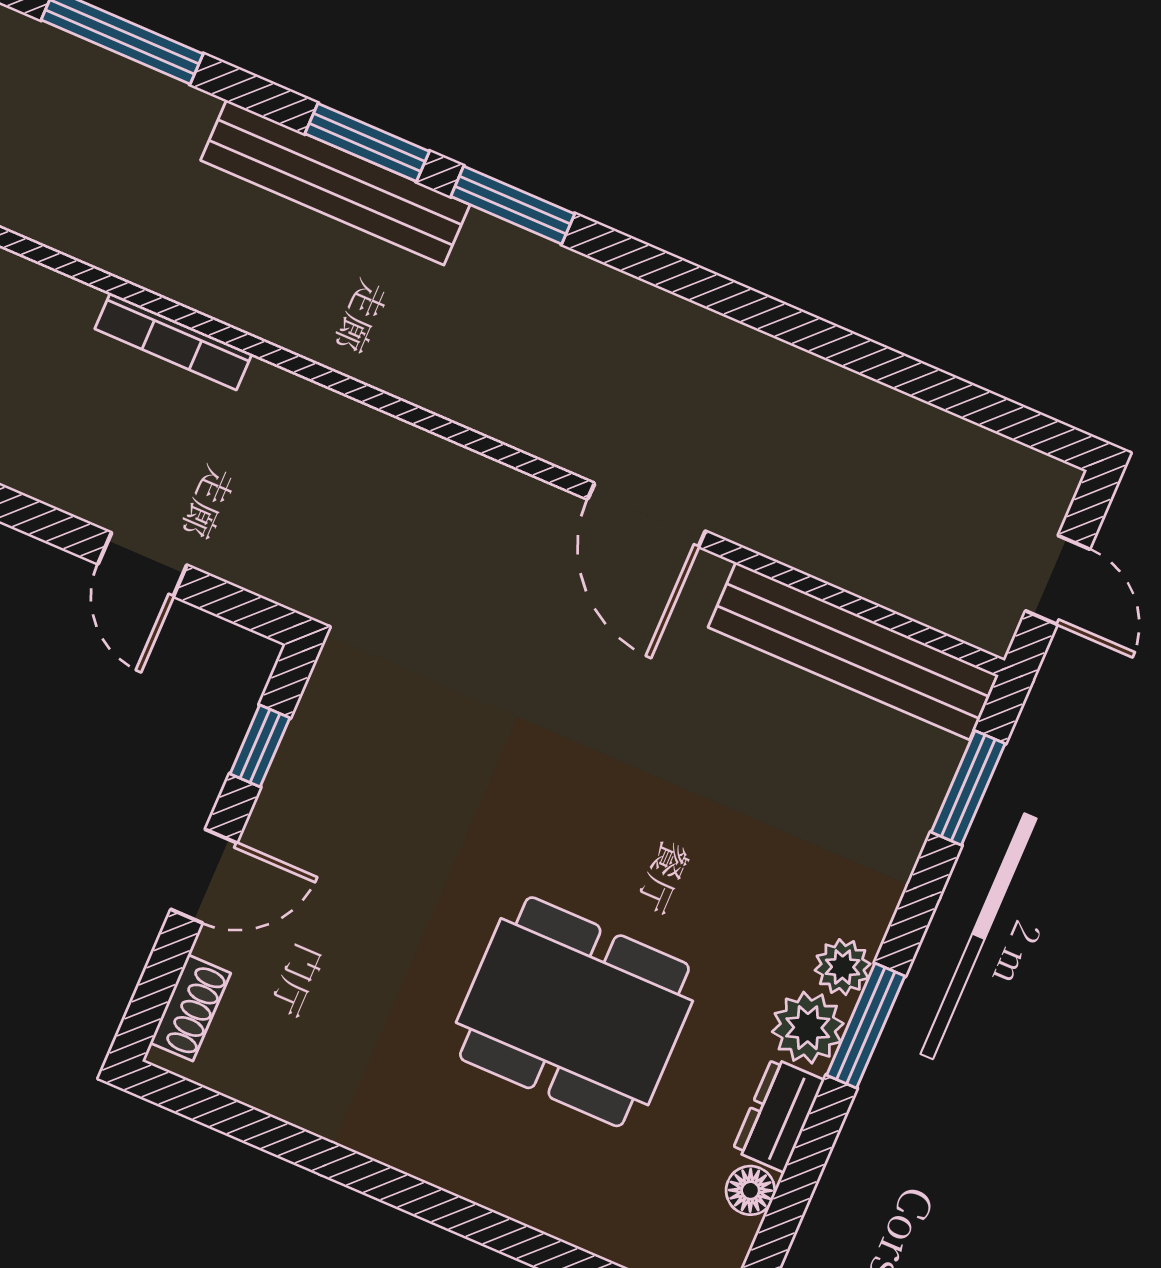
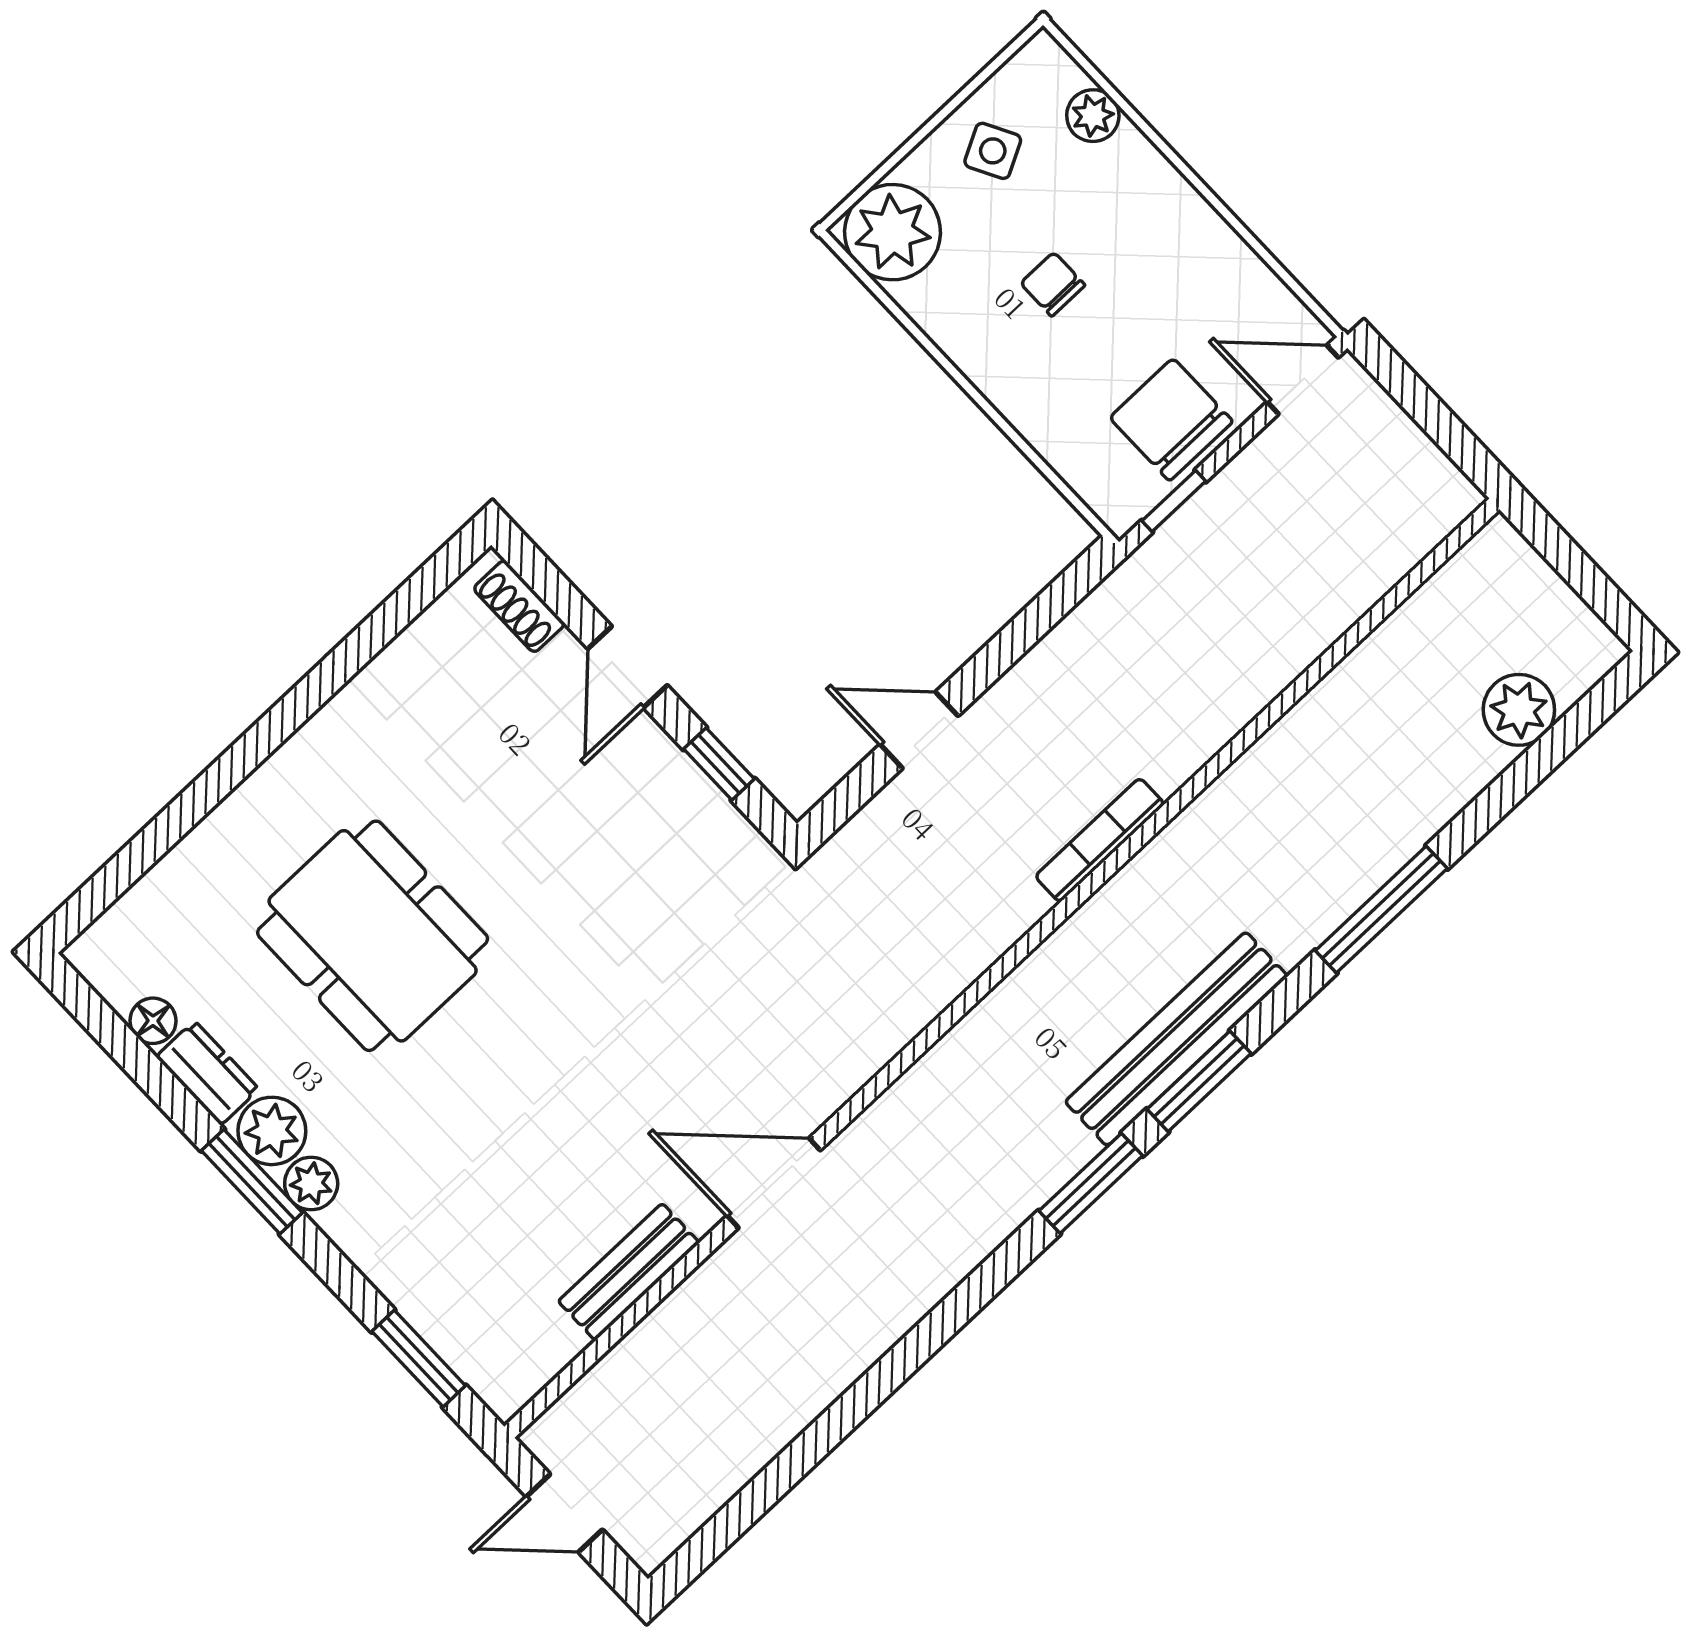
bench: (853, 651) -> (629, 1272), width x0.54, depth x0.82
dining table: (574, 1012) -> (373, 936), turned 90

